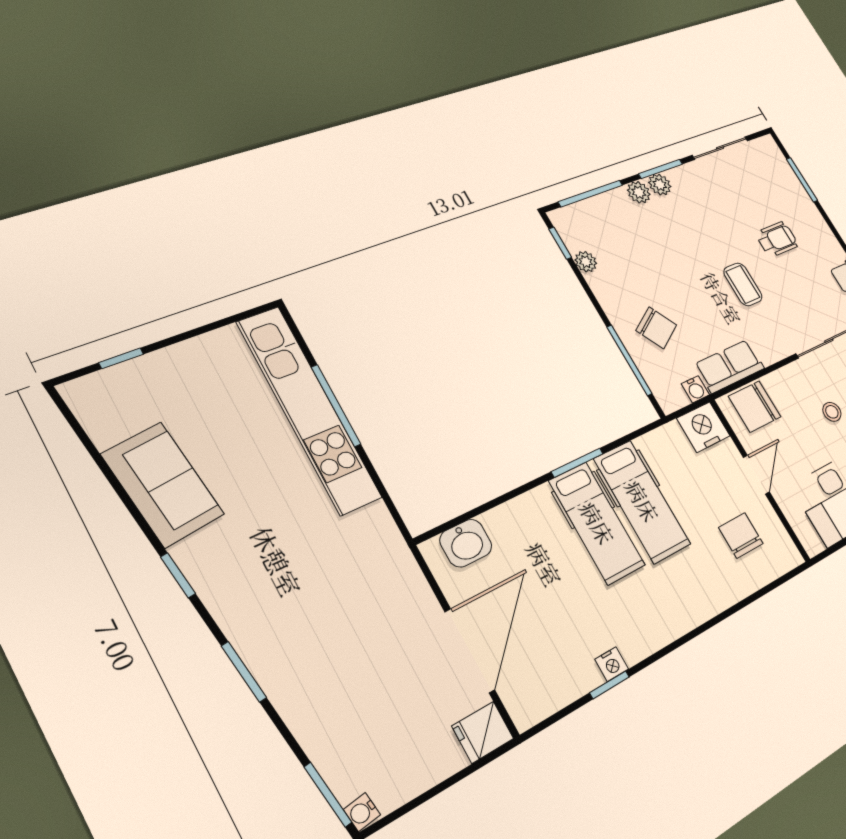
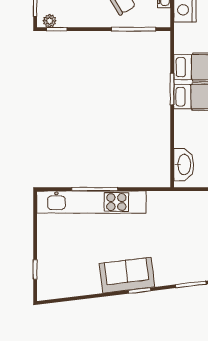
plant: (586, 262) -> (50, 21), moved
sofa: (163, 484) -> (127, 275), moved
washbasin: (466, 543) -> (184, 165), width x1.38

